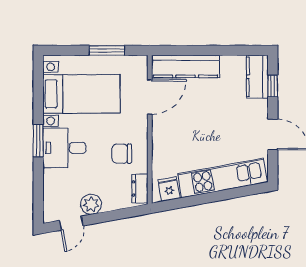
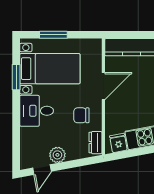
window: (107, 50) -> (53, 35), moved
door: (150, 97) -> (103, 86), moved
window: (38, 141) -> (16, 77), moved

